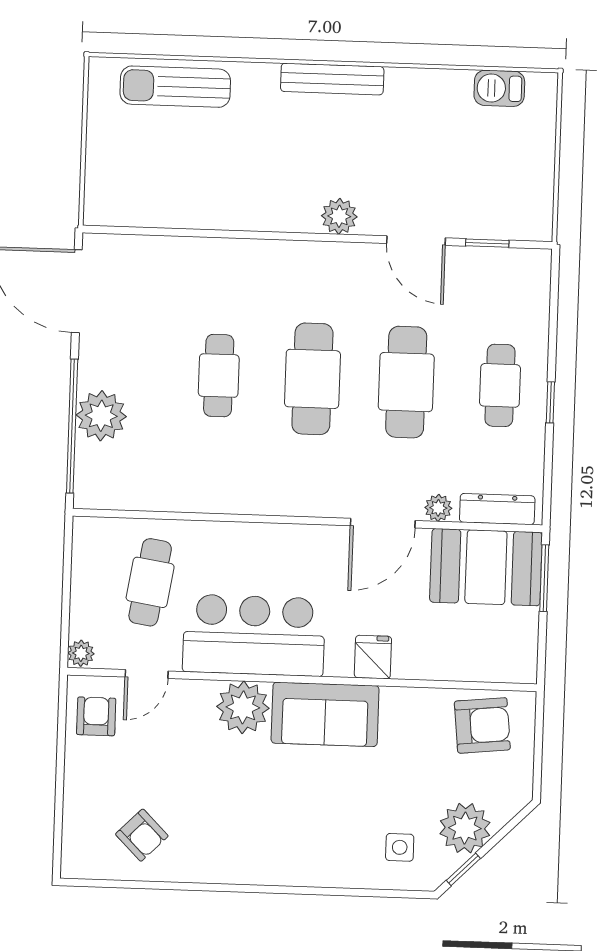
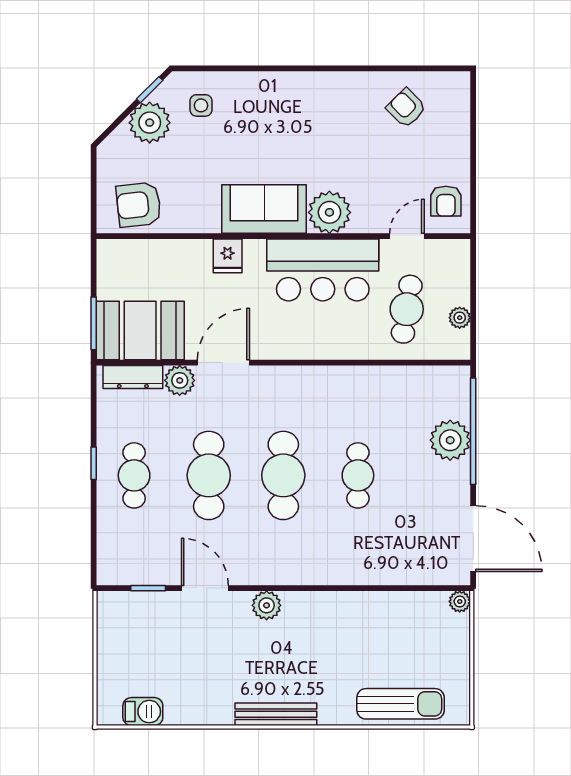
plant: (96, 213) -> (460, 601), added
plant: (438, 508) -> (180, 380), width x1.38, depth x1.38
plant: (81, 653) -> (460, 318), moved

